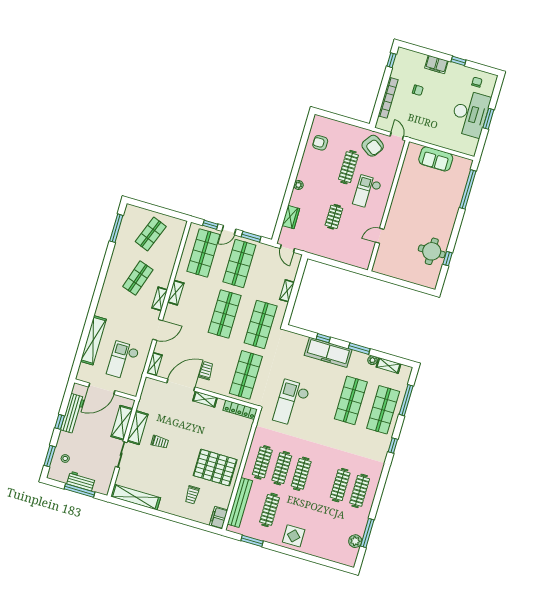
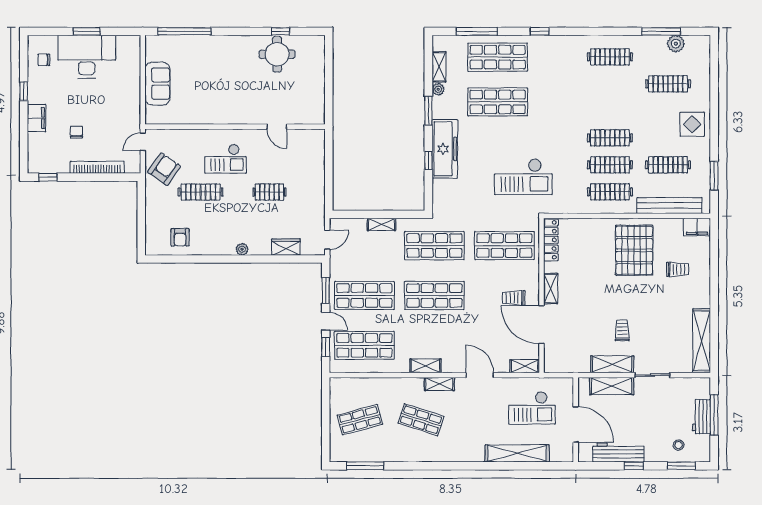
shop shelf: (151, 234) -> (360, 420), turned -36
clothes rail: (340, 485) -> (668, 84), moved

